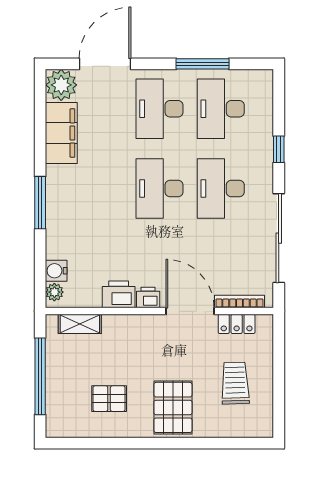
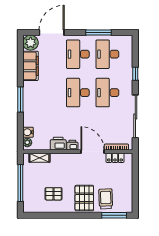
trolley: (235, 383) -> (106, 199), moved
window: (235, 443) -> (114, 215), added

